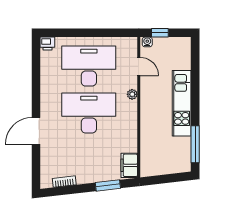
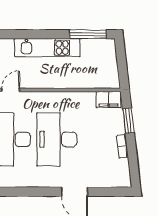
plant: (132, 94) -> (38, 97), removed
bookcase: (64, 182) -> (123, 146), moved

